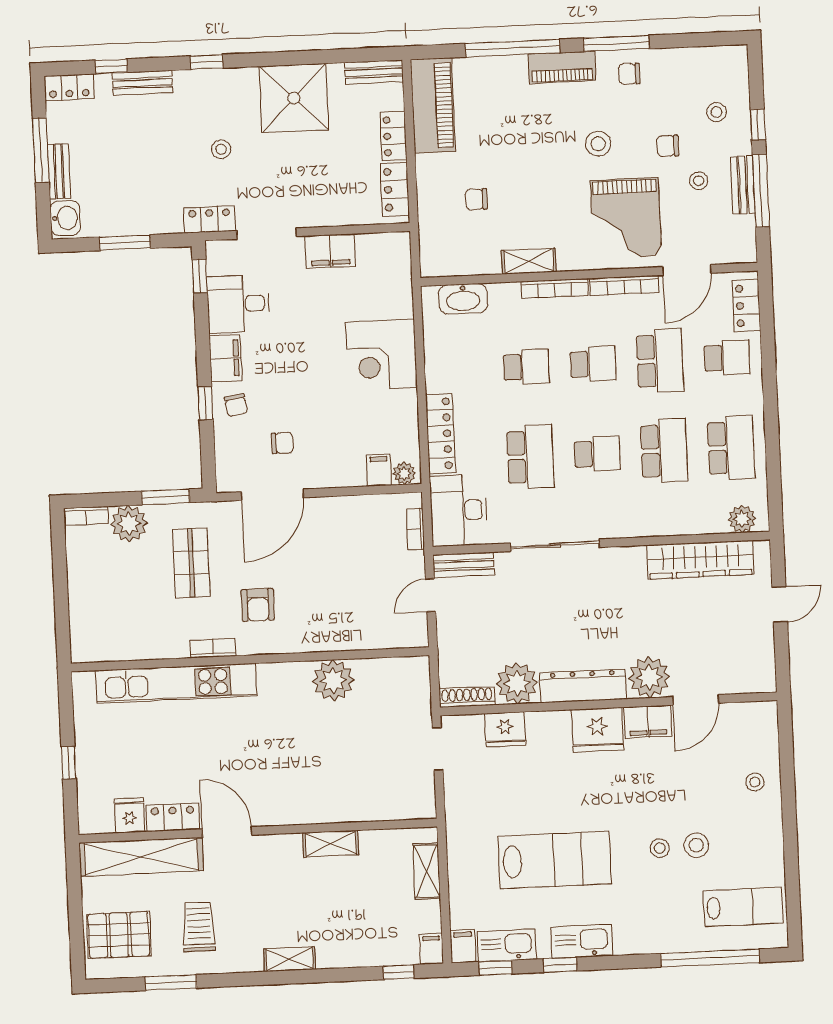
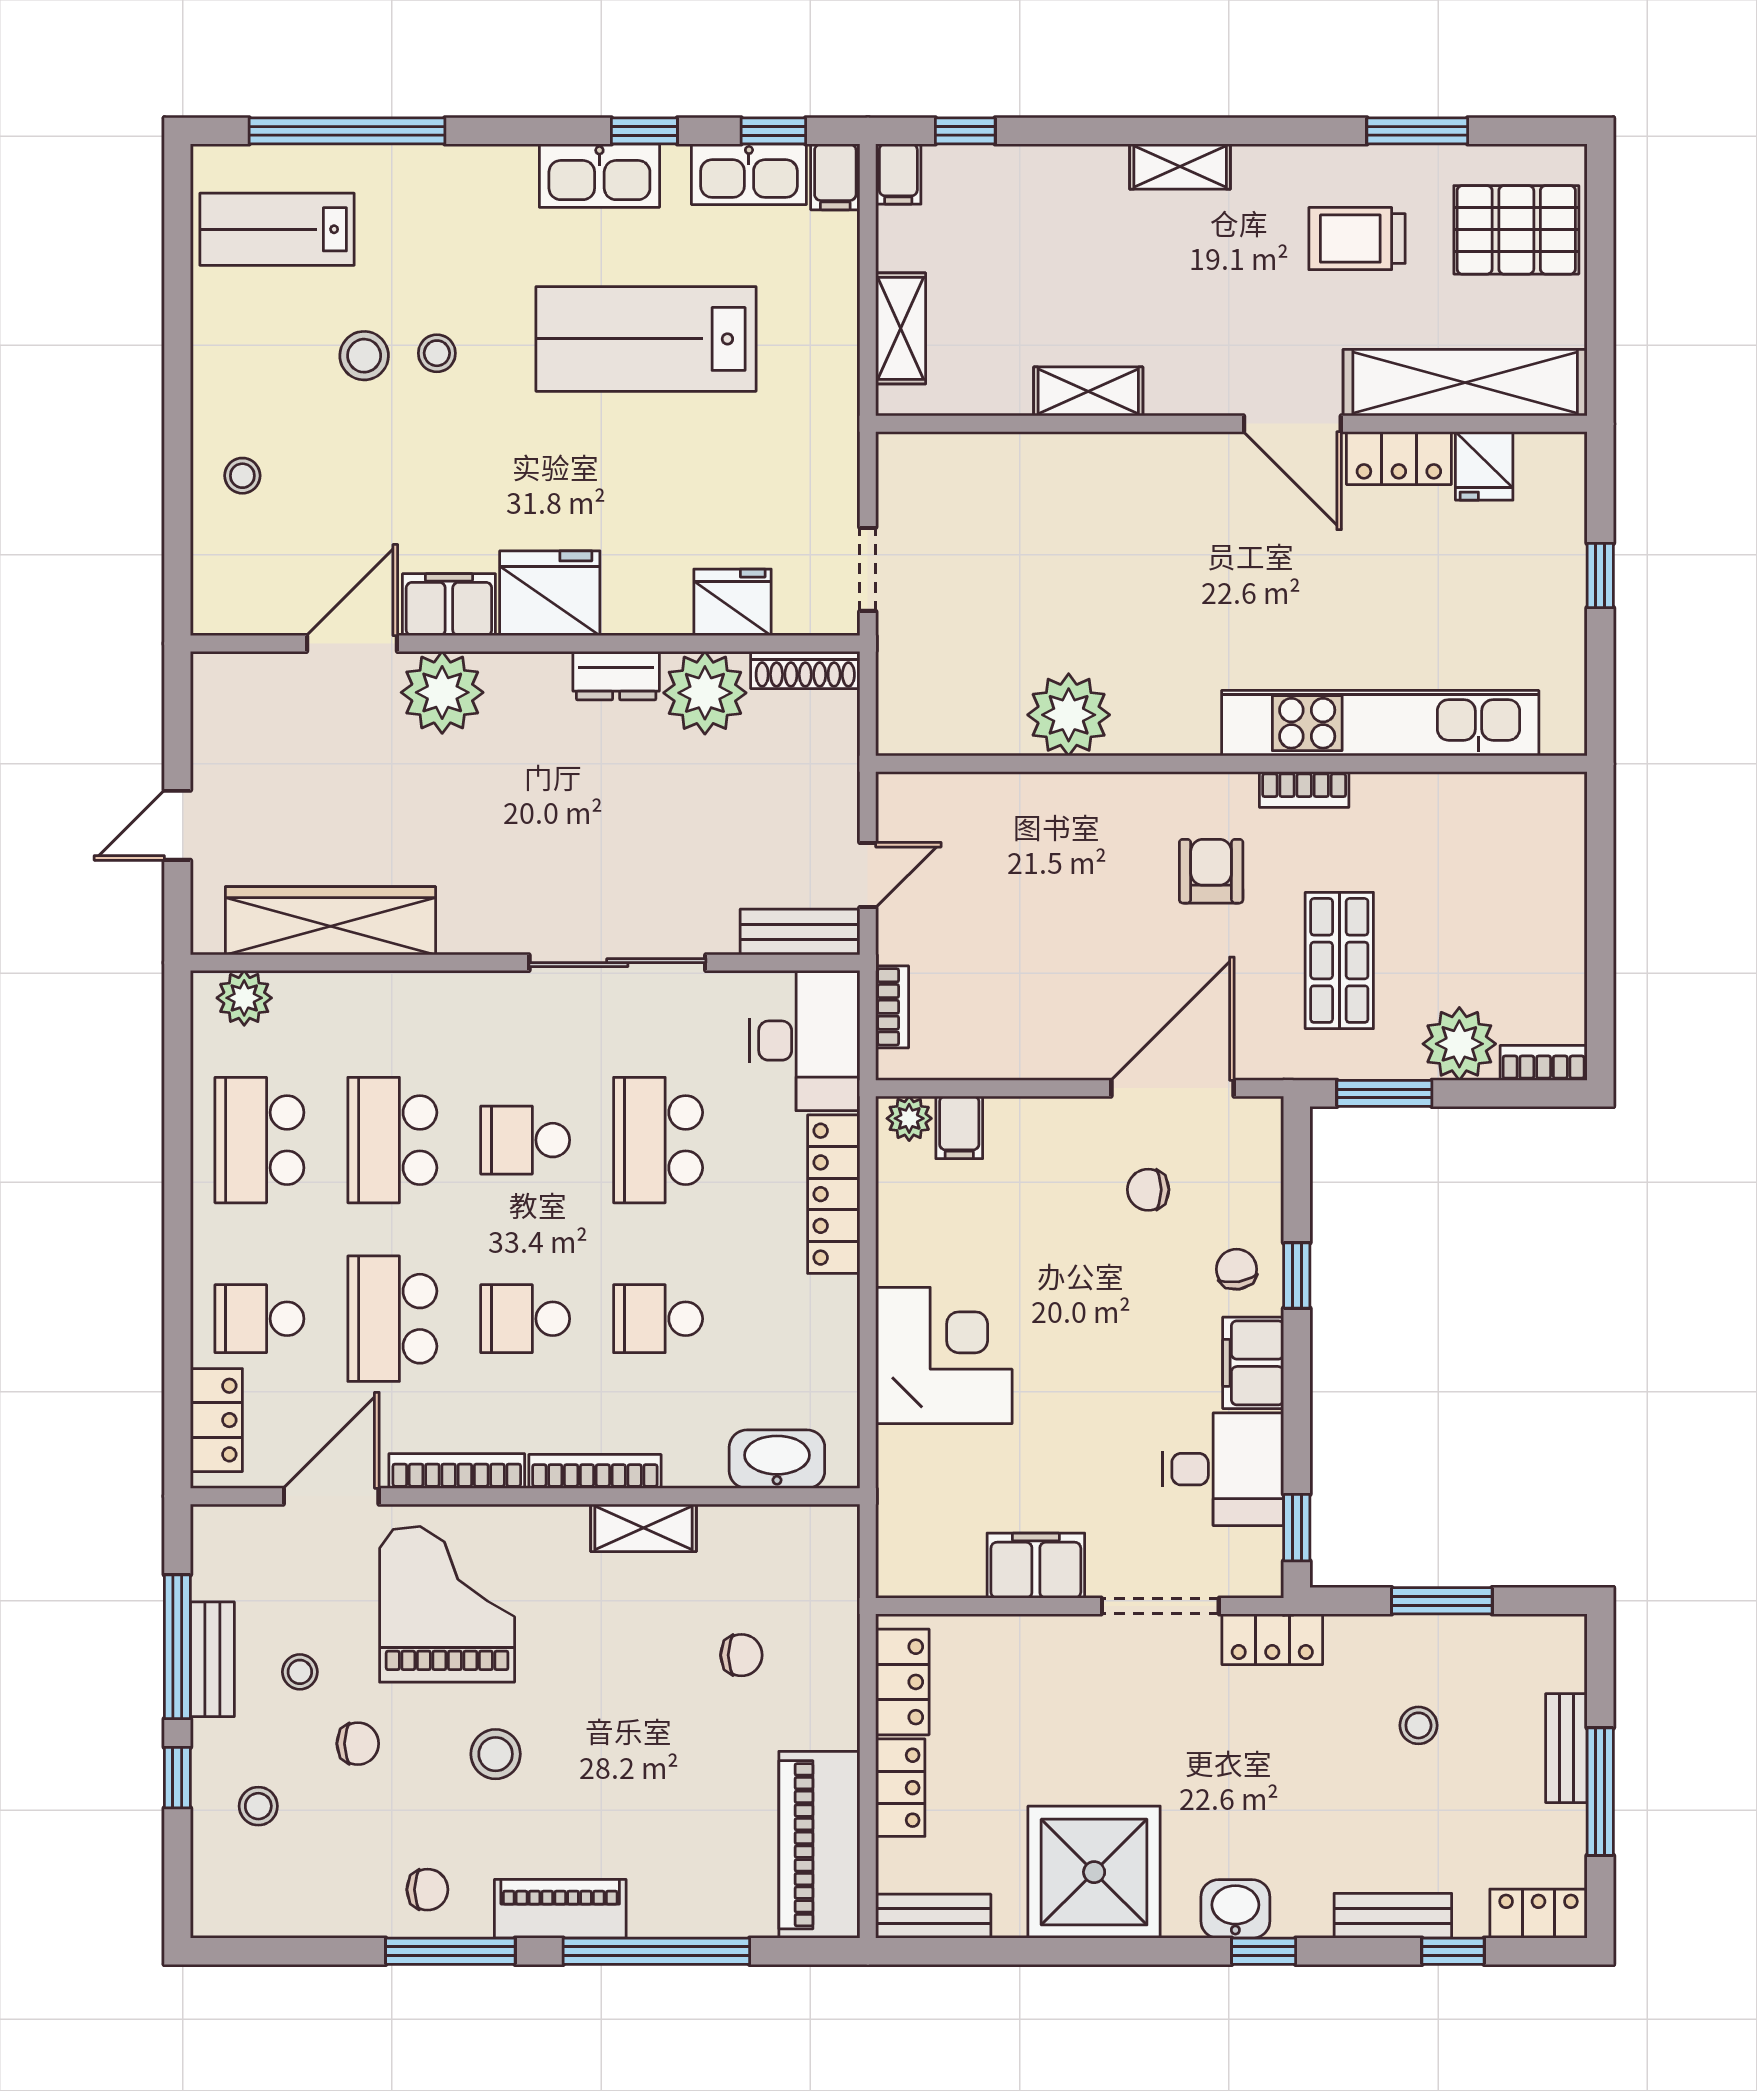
stool: (221, 149) -> (1418, 1725), moved
washbasin: (65, 218) -> (1235, 1909), moved, turned 90
dresser: (583, 686) -> (616, 676), width x0.51, depth x0.80
trolley: (199, 927) -> (1357, 239), turned 90

